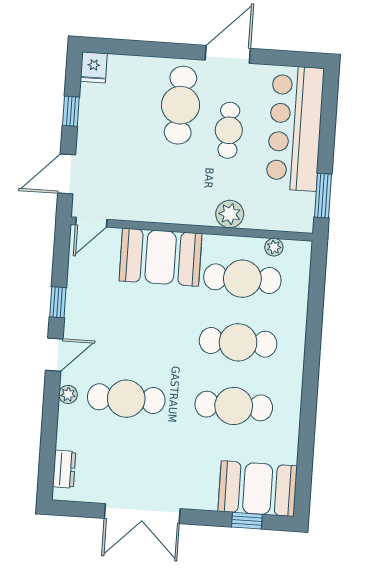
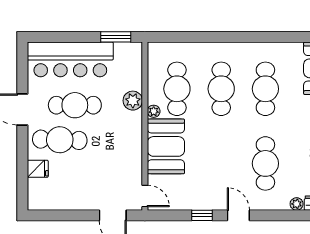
fridge: (94, 67) -> (38, 169), moved
window: (71, 111) -> (69, 215), removed
cafe table: (229, 130) -> (75, 105), width x1.37, depth x1.35
plant: (274, 247) -> (154, 111), moved
plant: (68, 394) -> (297, 204), moved

